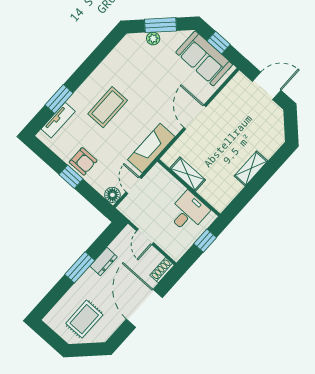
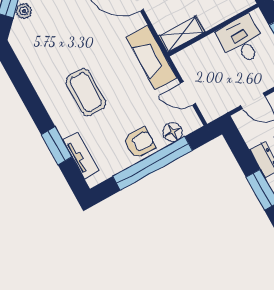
shelving: (188, 174) -> (182, 34), moved
window: (71, 177) -> (153, 163), width x3.17
floor lamp: (112, 195) -> (173, 132), moved

